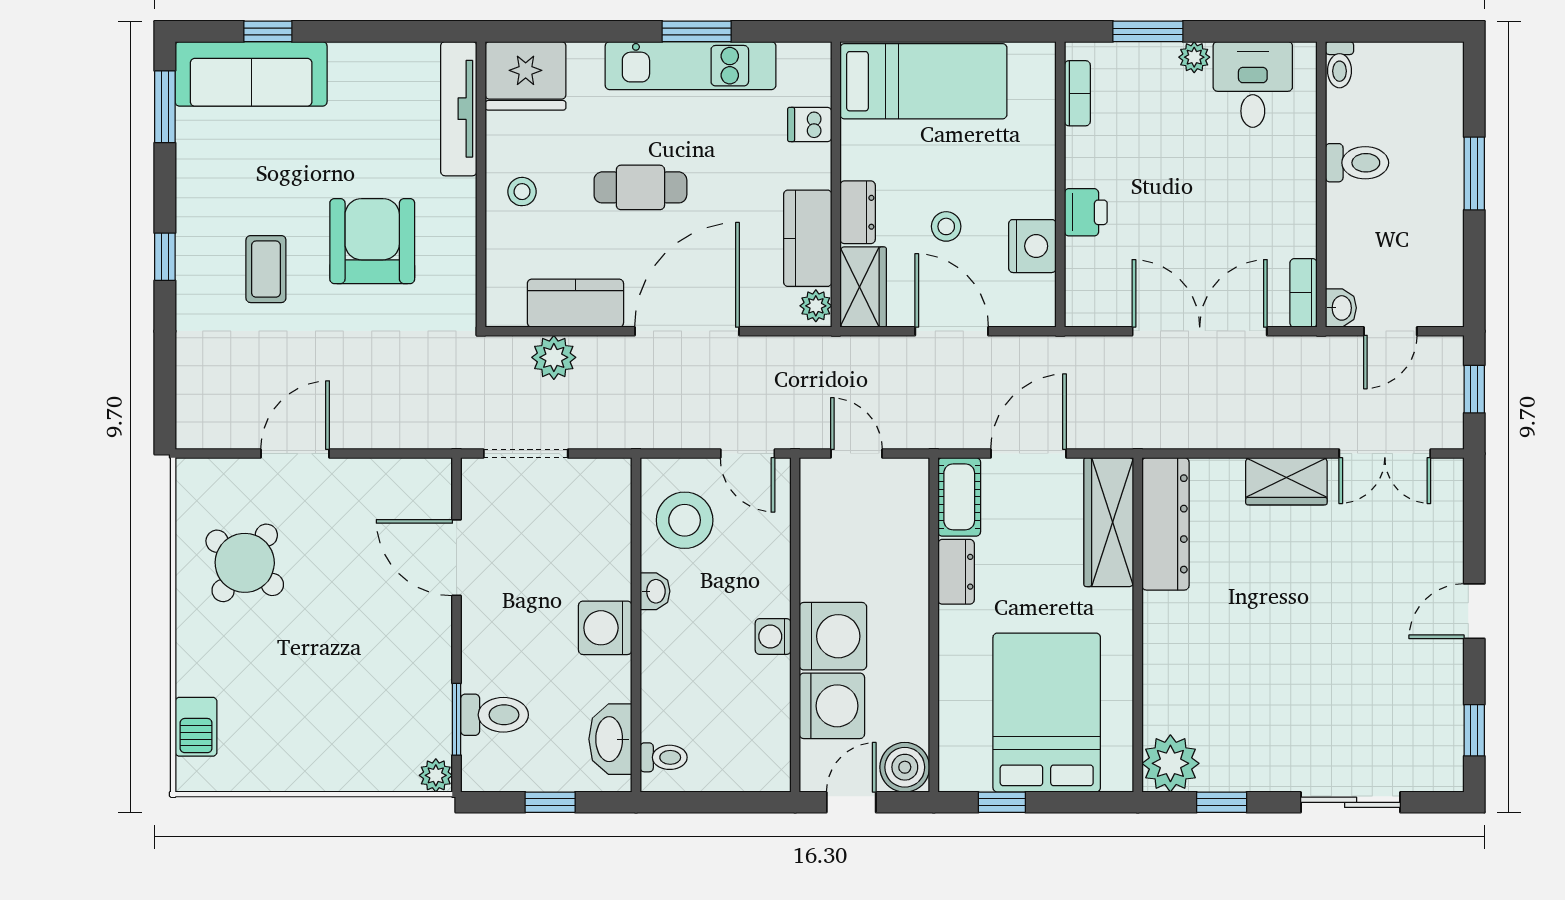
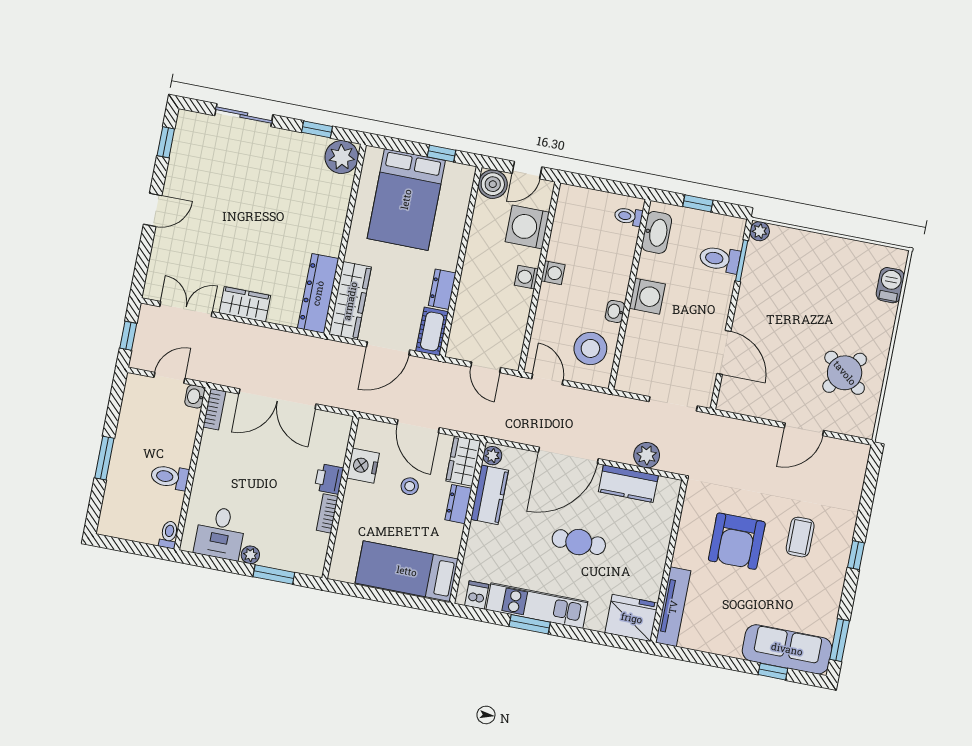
bookcase: (1077, 93) -> (327, 513), moved
dishwasher: (810, 124) -> (477, 595), moved, turned -90
stool: (522, 192) -> (646, 553), removed
washing machine: (833, 636) -> (526, 277), width x0.53, depth x0.53

